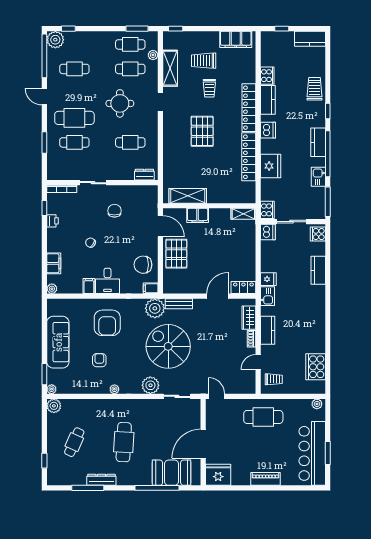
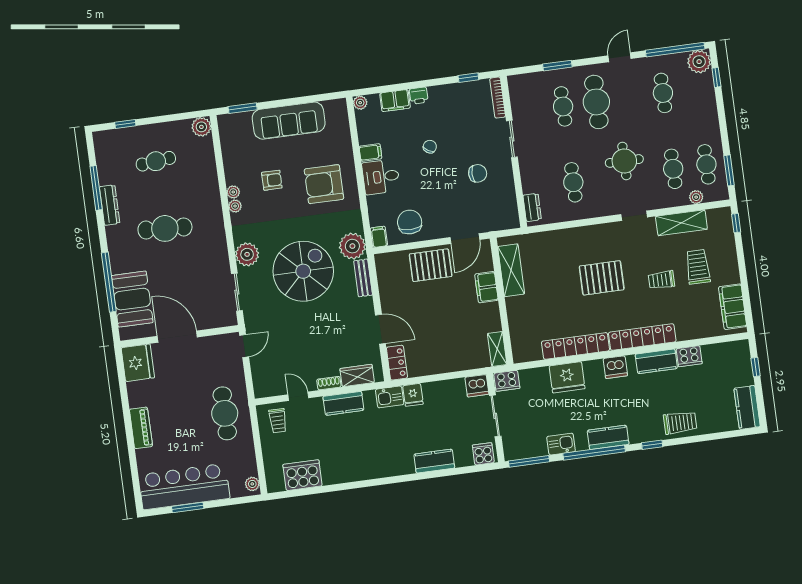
printer: (53, 221) -> (419, 96), moved
plant: (52, 389) -> (233, 192), moved
cafe table: (74, 442) -> (156, 161), turned -30

